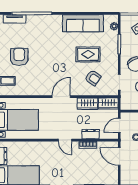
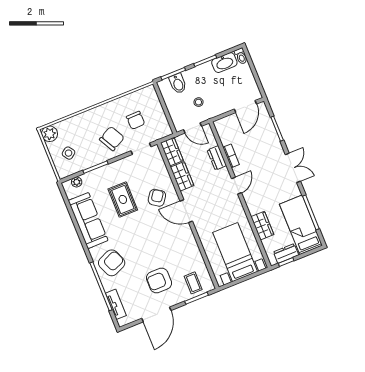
armchair: (46, 28) -> (112, 263), added
armchair: (93, 78) -> (157, 198), moved
wardrobe: (29, 147) -> (262, 226), added
door: (119, 156) -> (245, 107), moved

